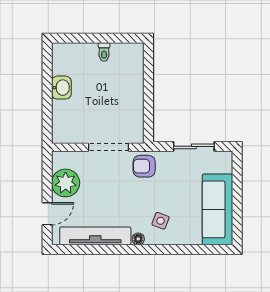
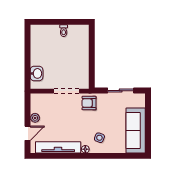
washbasin: (61, 88) -> (37, 73), moved
plant: (66, 183) -> (35, 118), width x0.53, depth x0.53

